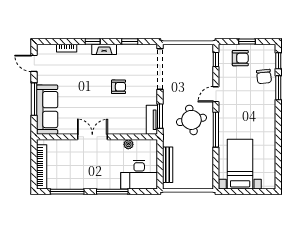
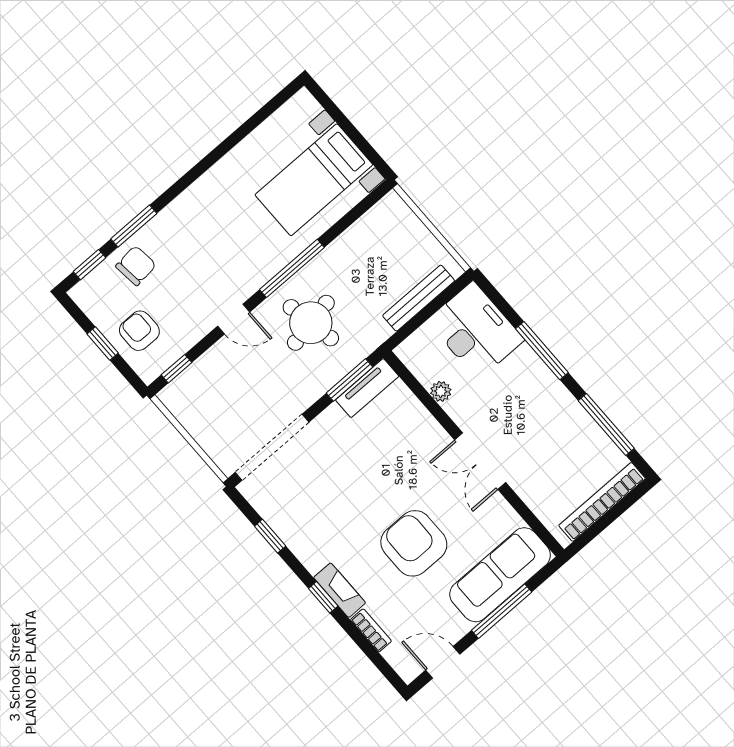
fireplace: (104, 49) -> (340, 590), moved
door: (34, 63) -> (443, 662), swing flipped
armchair: (119, 87) -> (414, 543), moved, width x1.88, depth x1.88

